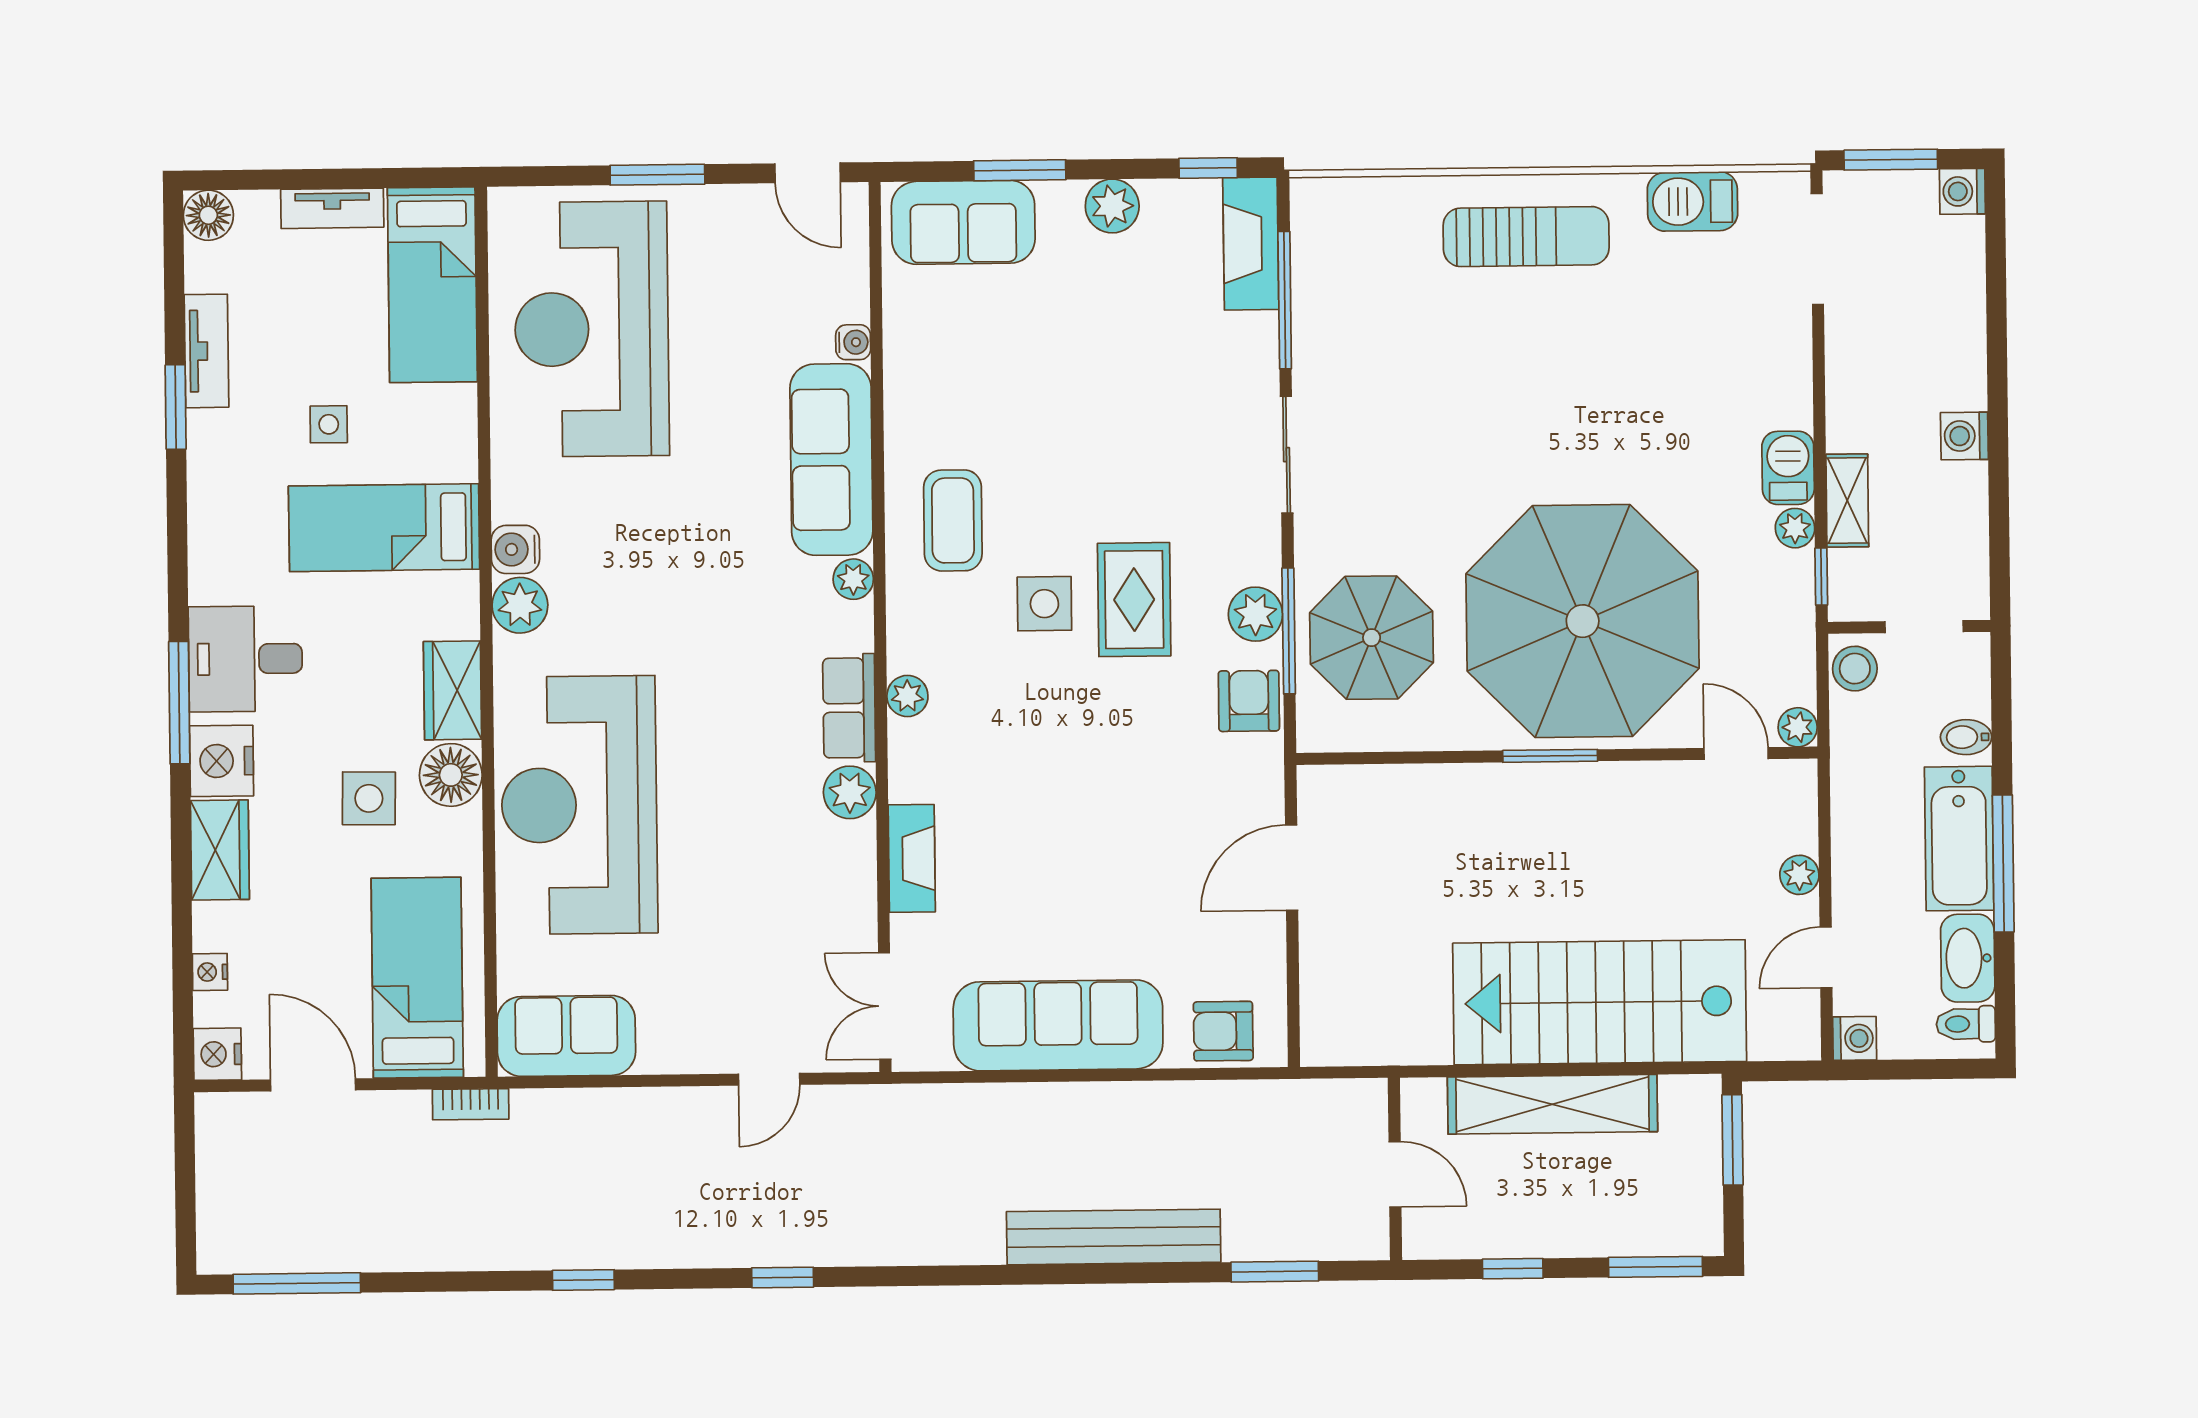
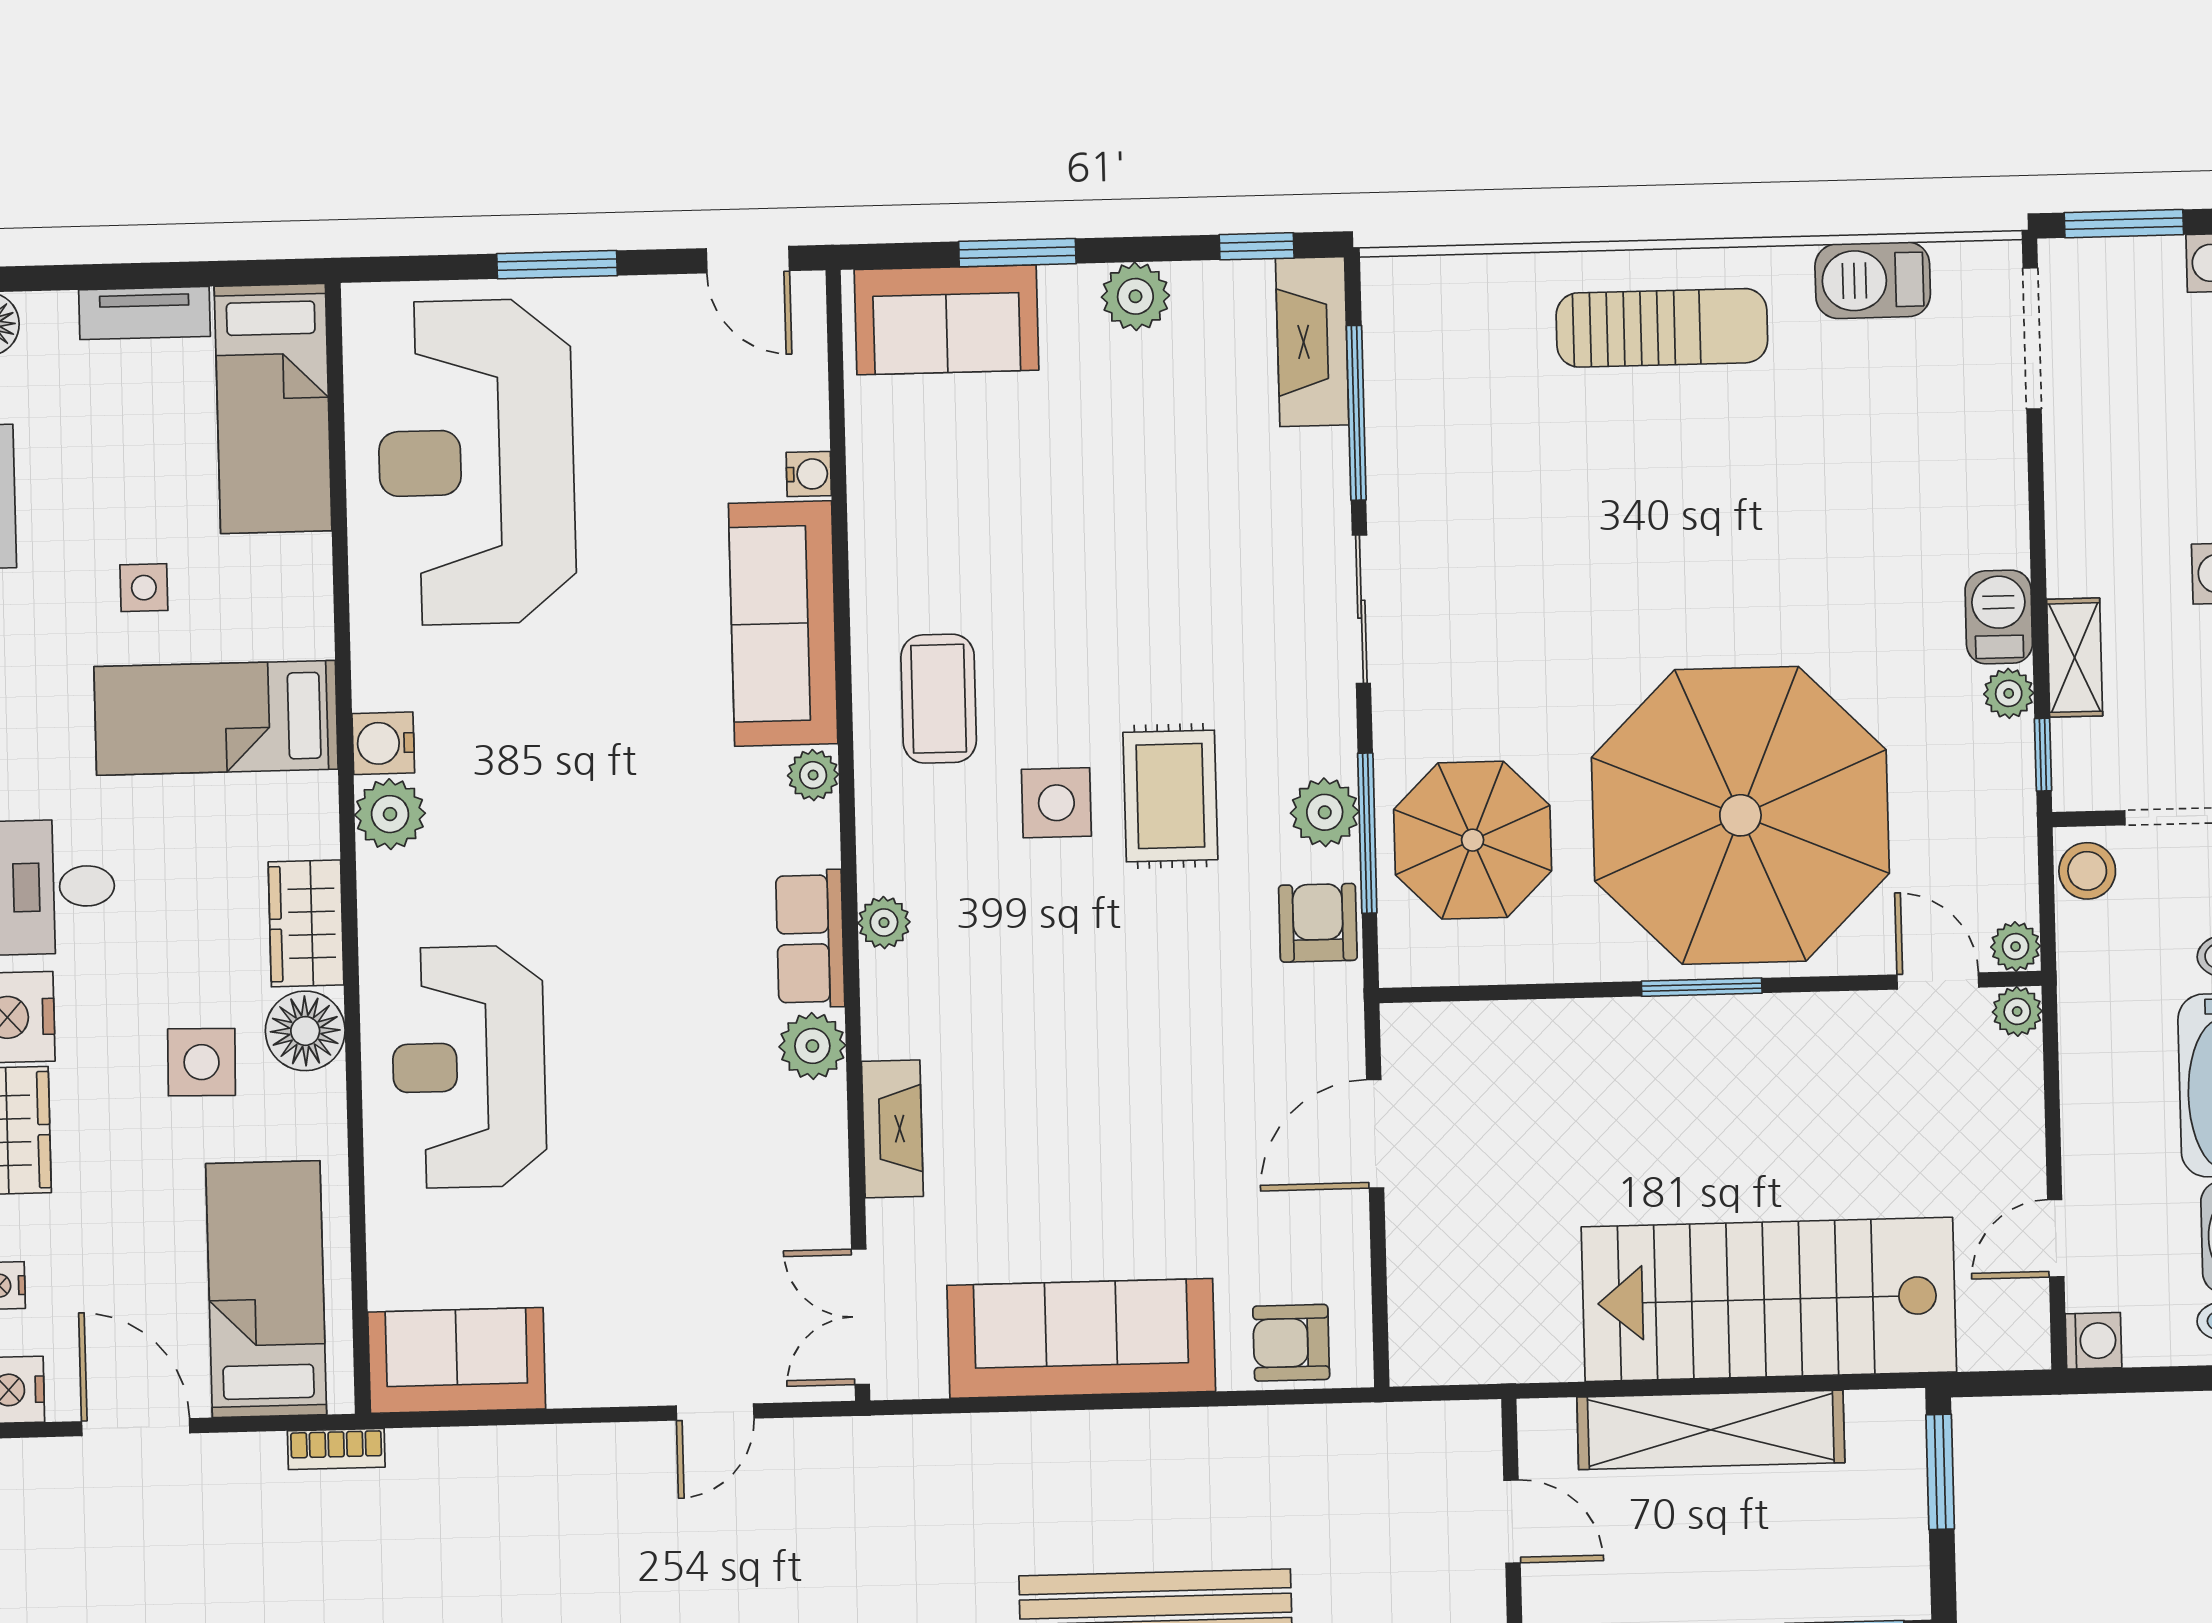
reception desk: (579, 805) -> (469, 1067), width x0.74, depth x0.77
plant: (1799, 875) -> (2017, 1011), moved

